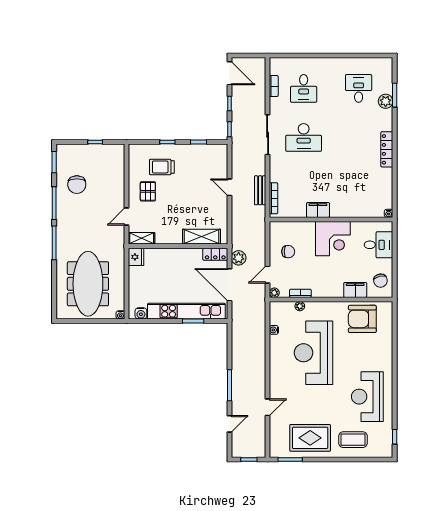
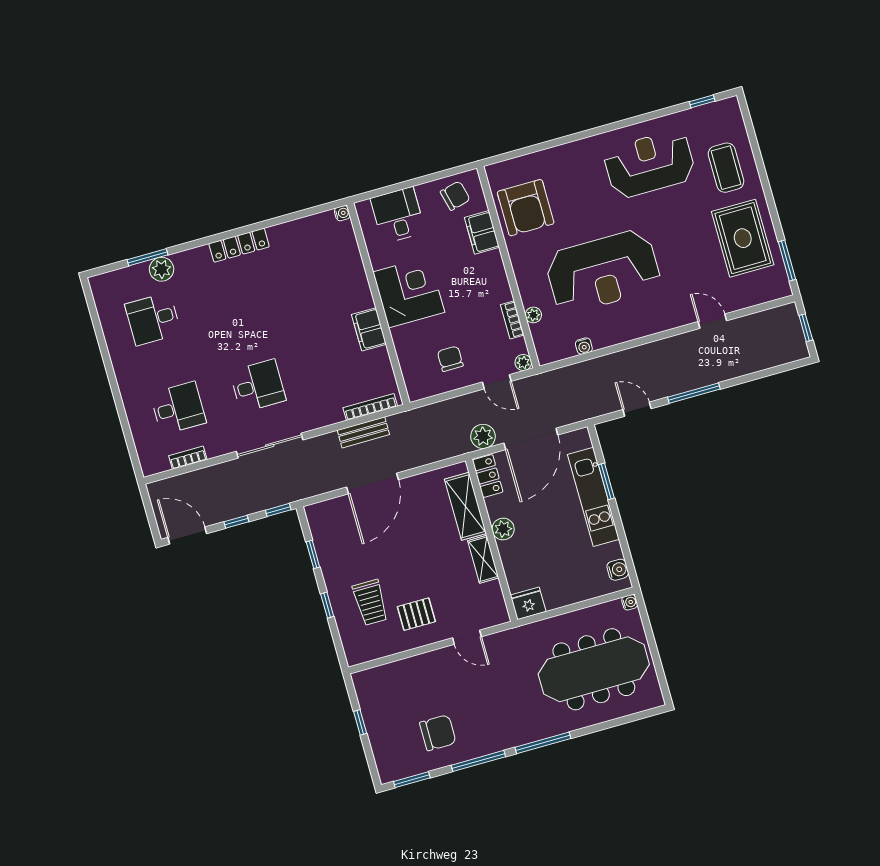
door: (229, 73) -> (187, 536), hinge flipped
desk: (304, 137) -> (258, 386), width x0.73
door: (229, 187) -> (372, 483), width x1.87
shelving: (142, 238) -> (483, 559), moved
plant: (183, 255) -> (503, 529), added
kitchen unit: (186, 311) -> (593, 497), width x0.73
reception desk: (367, 397) -> (649, 164), turned 180
door: (229, 424) -> (637, 409), moved

